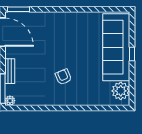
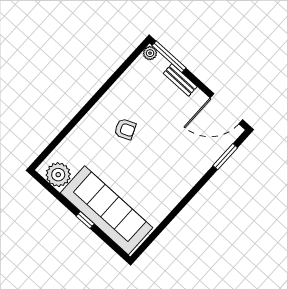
window: (18, 9) -> (225, 157), moved

